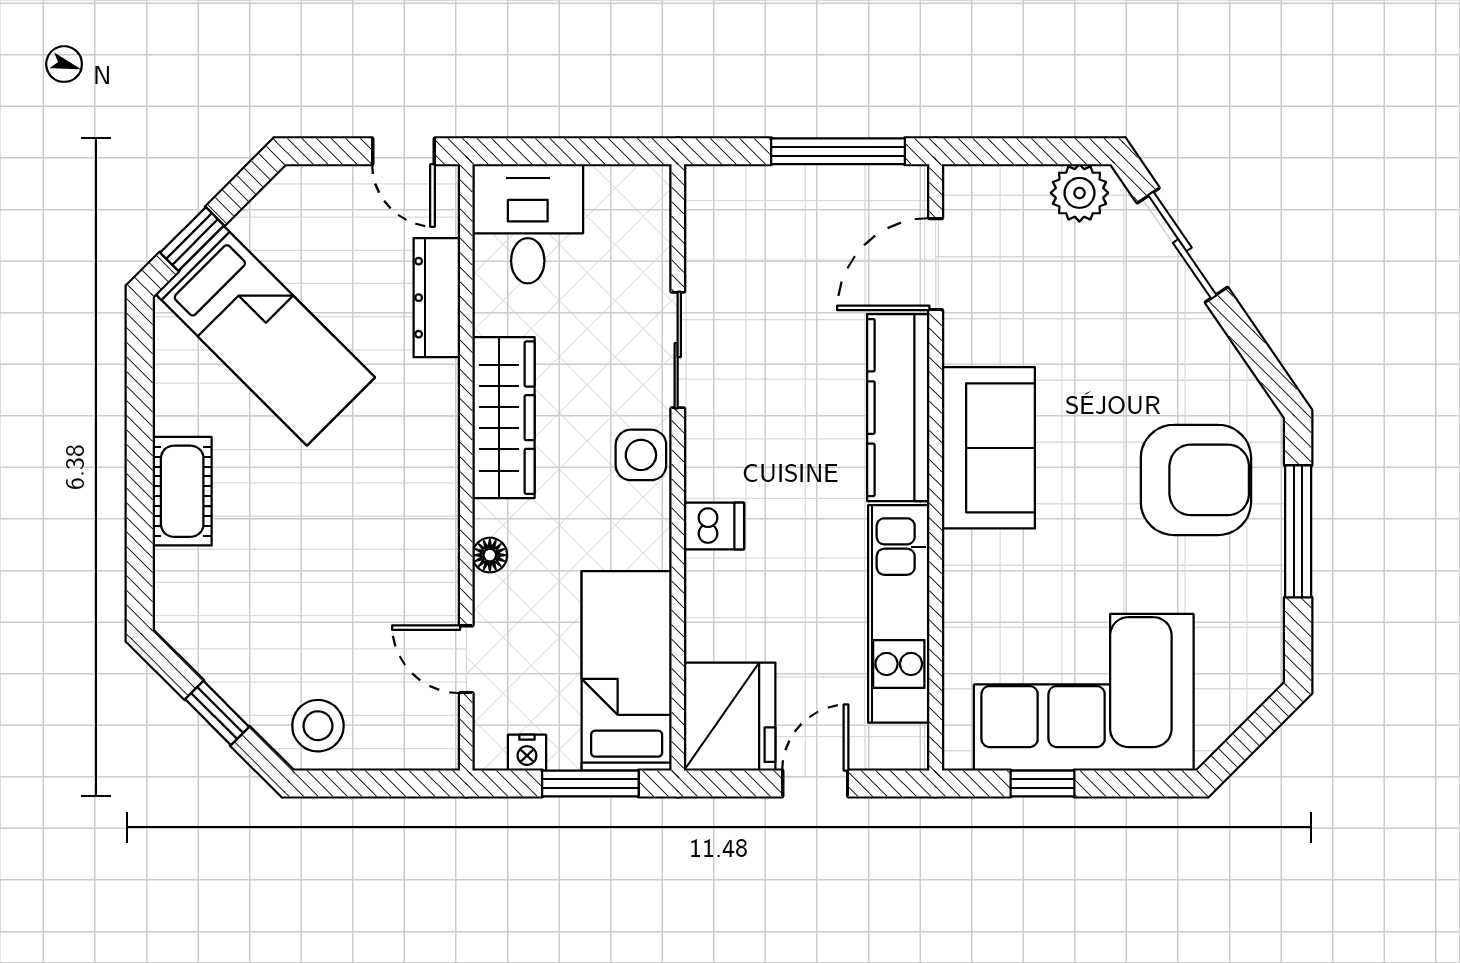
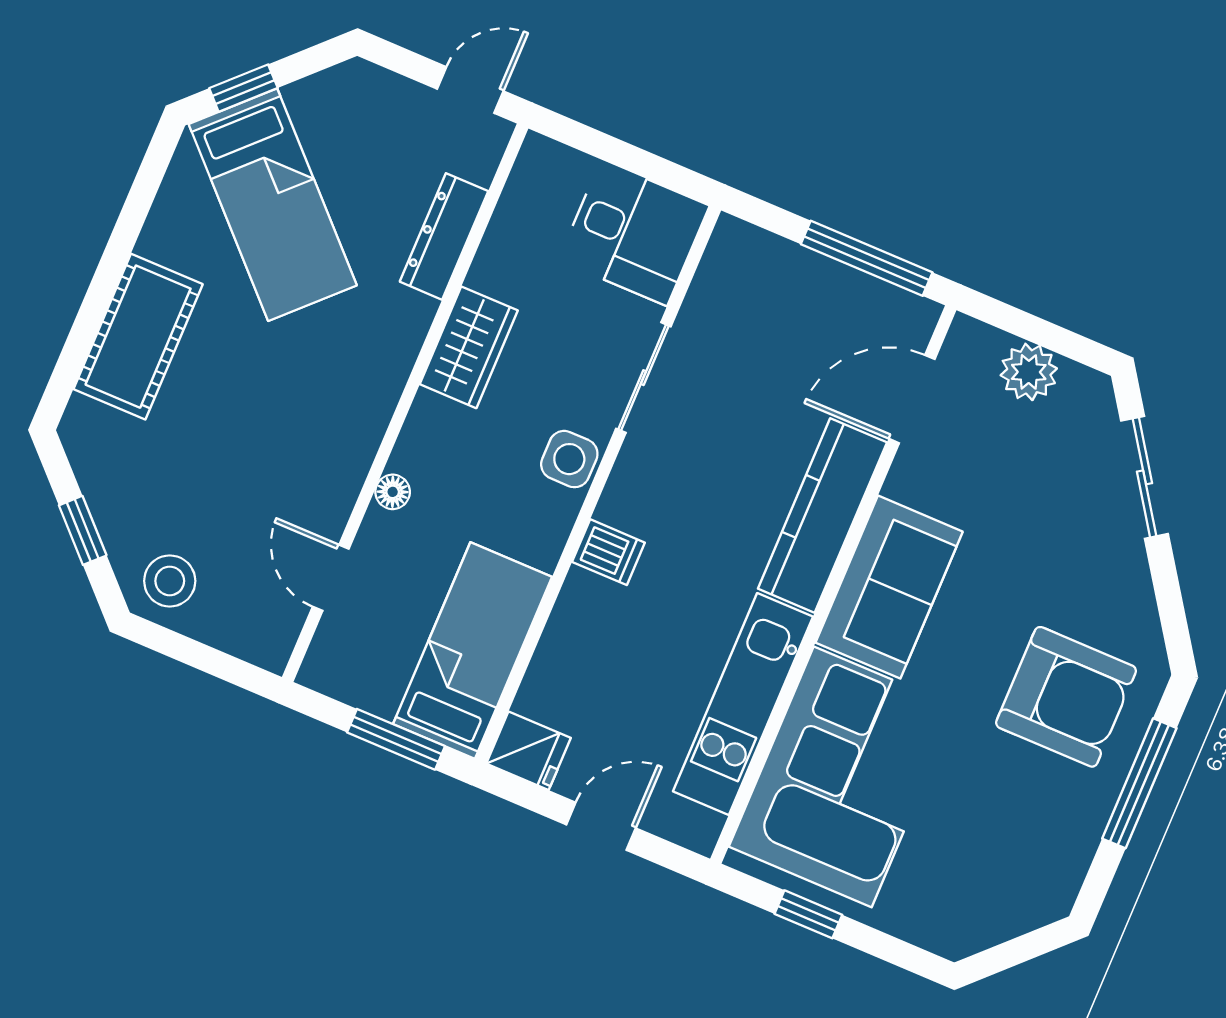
door: (404, 151) -> (470, 90), swing flipped
plant: (1079, 193) -> (1029, 372), moved
desk: (528, 224) -> (634, 233), moved, turned 90
wardrobe: (504, 418) -> (469, 347), width x0.67
cot: (182, 491) -> (138, 337), width x1.37, depth x1.34
corner sofa: (1084, 692) -> (843, 777), moved, turned 90
fridge: (730, 717) -> (529, 751), width x0.53, depth x0.75
nightstand: (527, 753) -> (350, 687), removed

